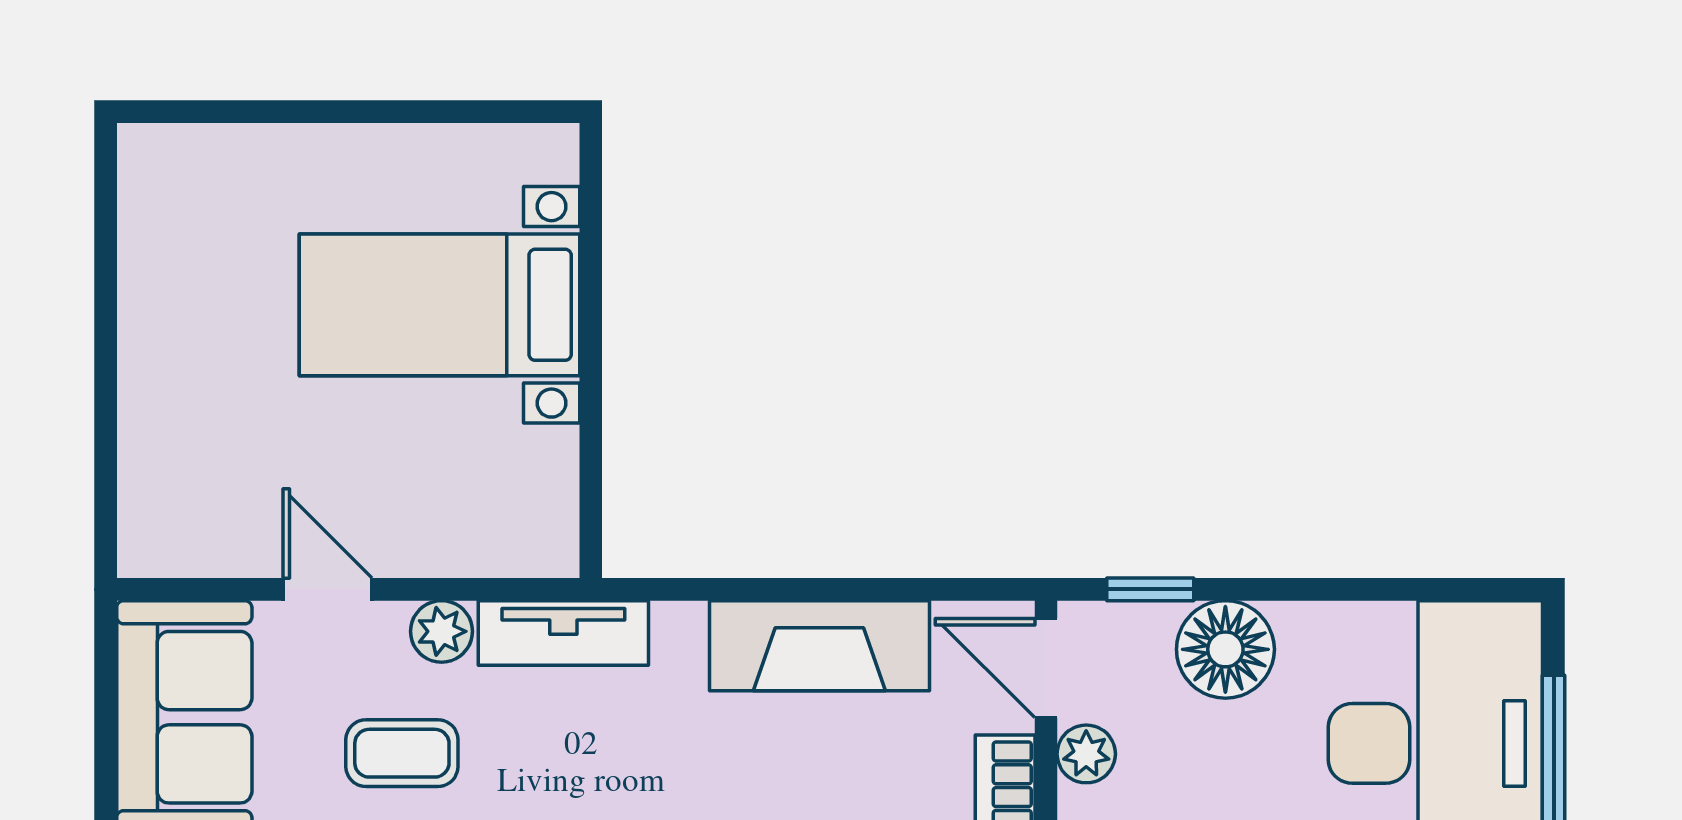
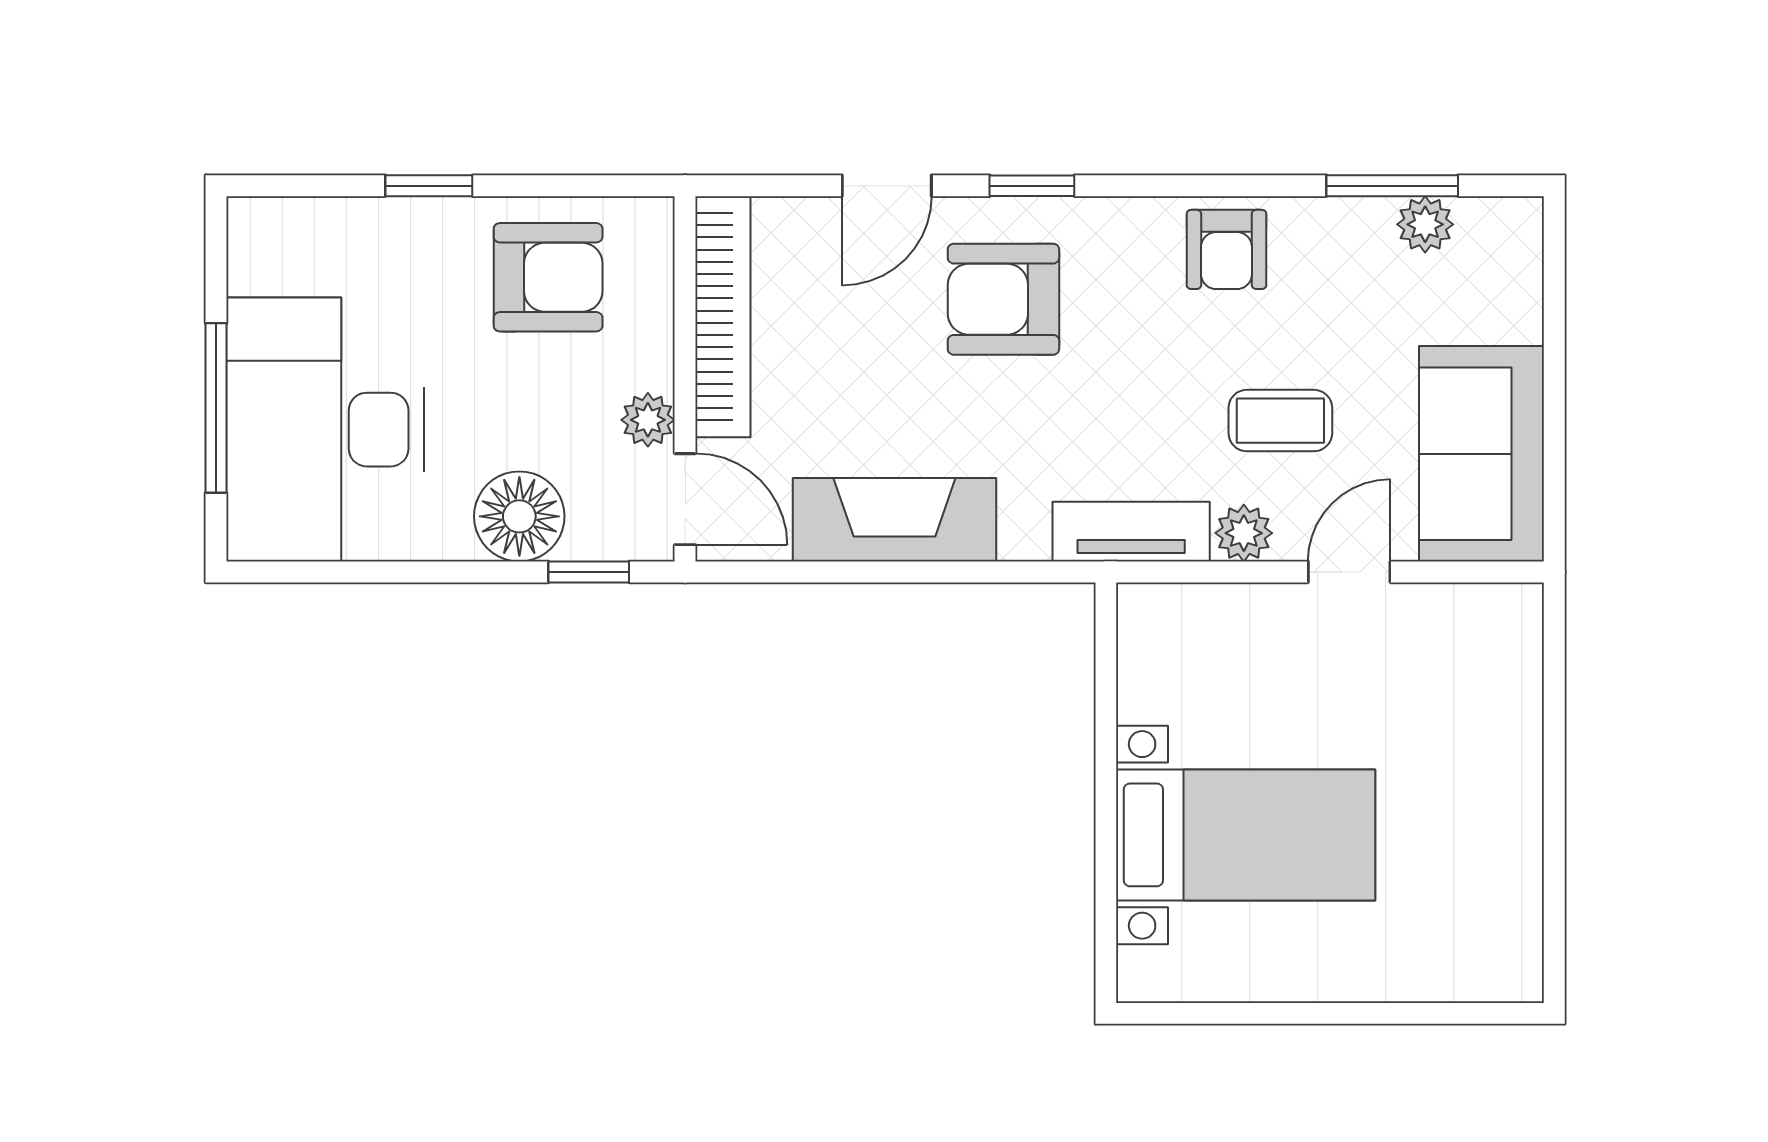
door: (327, 589) -> (1349, 572), swing flipped

